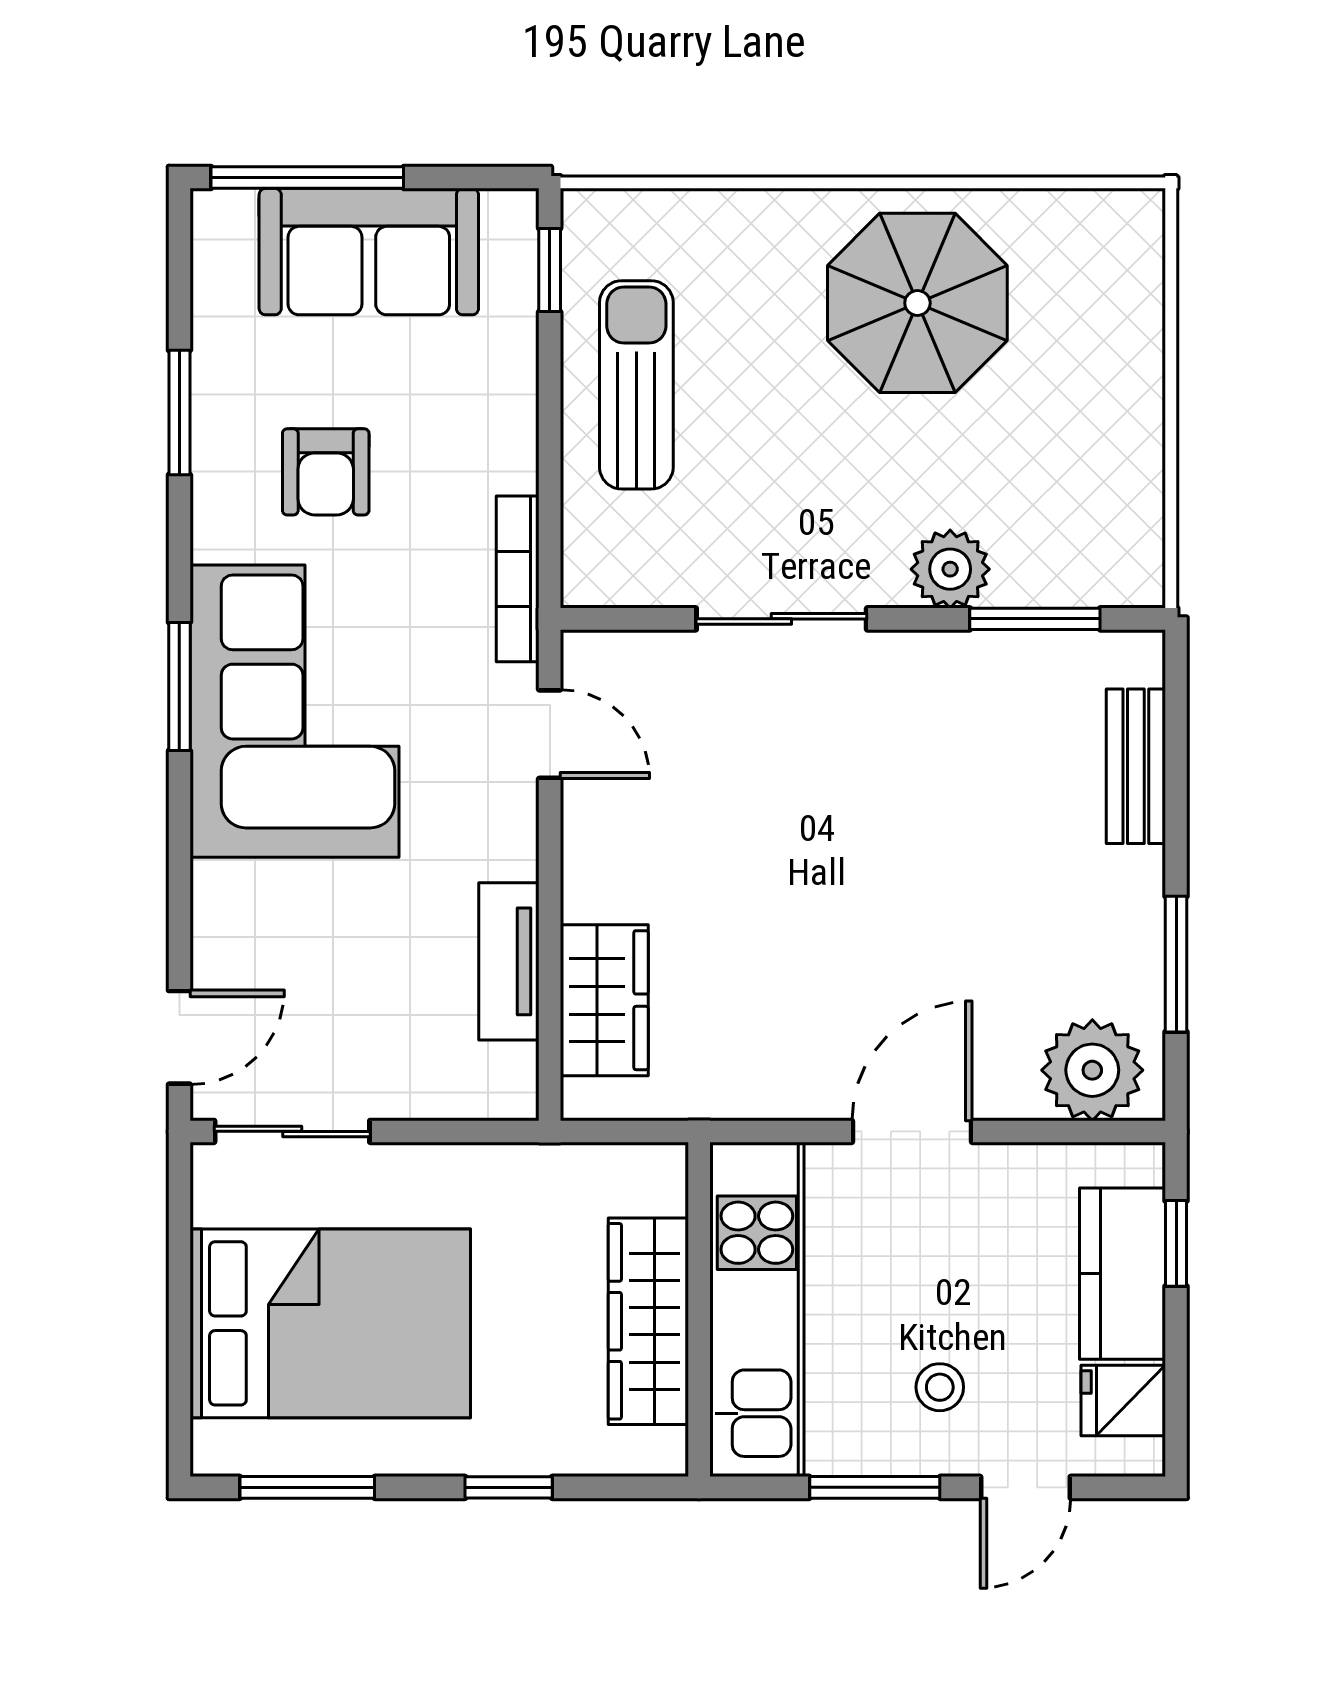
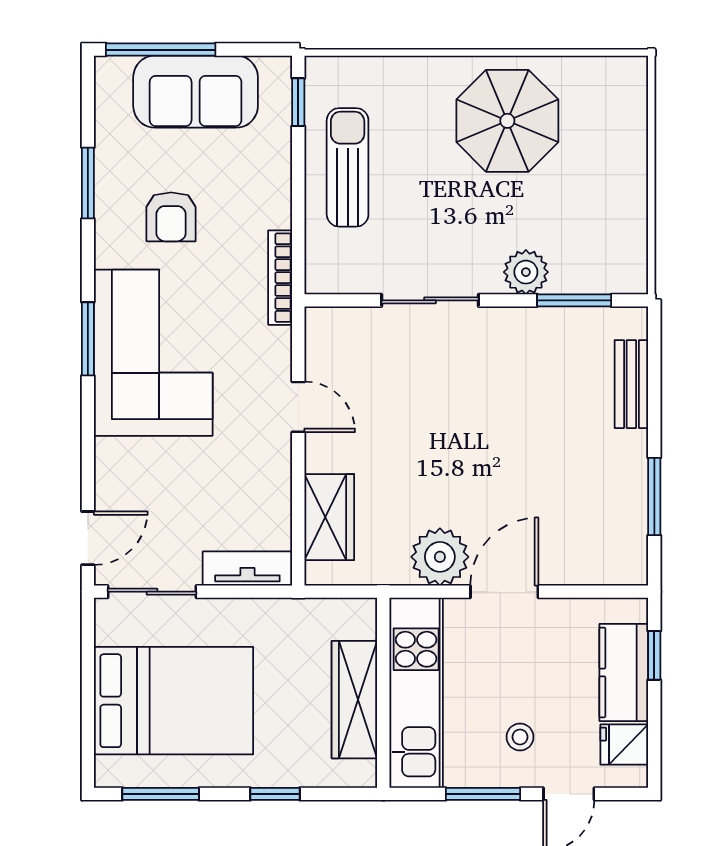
door: (550, 734) -> (298, 407), moved
tv unit: (509, 961) -> (247, 568), moved, turned 90
plant: (1092, 1070) -> (440, 557), moved

